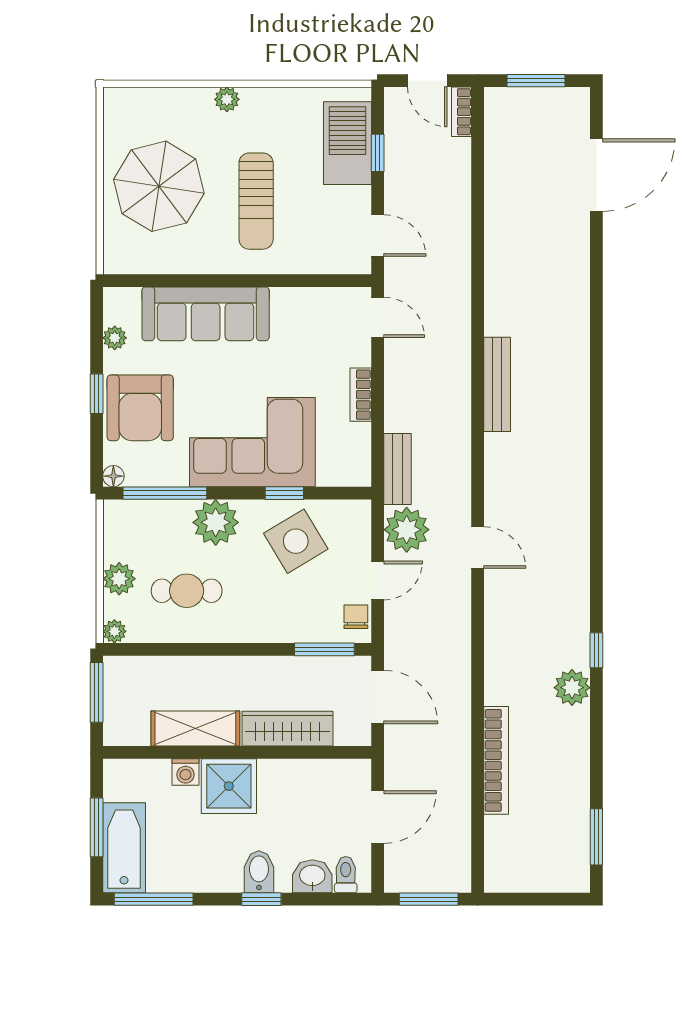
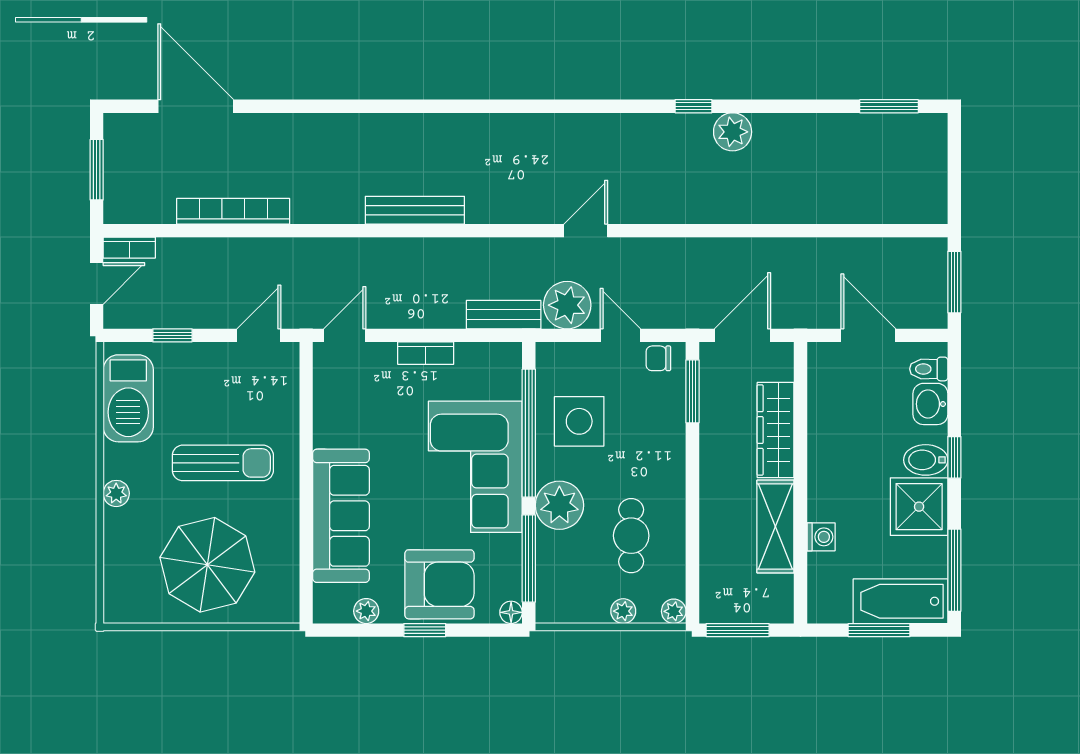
barbecue: (348, 143) -> (128, 398), moved, turned -90
window: (284, 493) -> (529, 433), width x3.17
side table: (296, 541) -> (579, 421), turned 31
plant: (119, 579) -> (623, 611), width x0.73, depth x0.73
bookcase: (496, 760) -> (233, 211), moved
shower: (229, 786) -> (919, 507), moved

